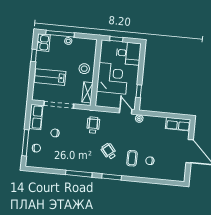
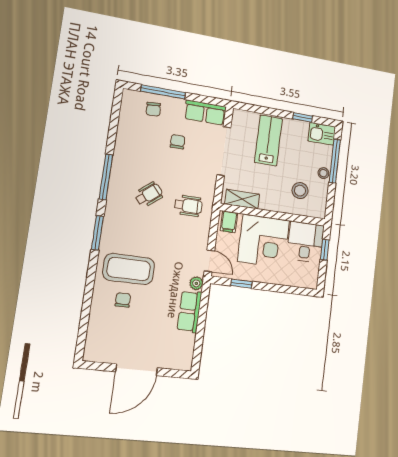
desk: (128, 53) -> (305, 242), moved, turned 180
stool: (84, 69) -> (300, 191), moved
filing cabinet: (102, 100) -> (229, 222), added
door: (126, 111) -> (209, 261), hinge flipped
row of seats: (178, 124) -> (189, 312), moved
wheelchair: (109, 151) -> (149, 195), moved
coffee table: (132, 158) -> (129, 269), width x1.86, depth x1.72

